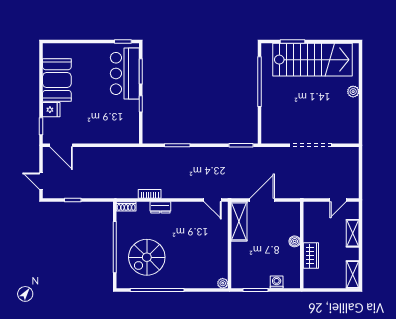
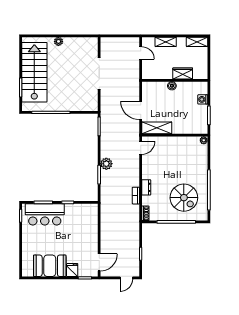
plant: (192, 155) -> (106, 164), added

